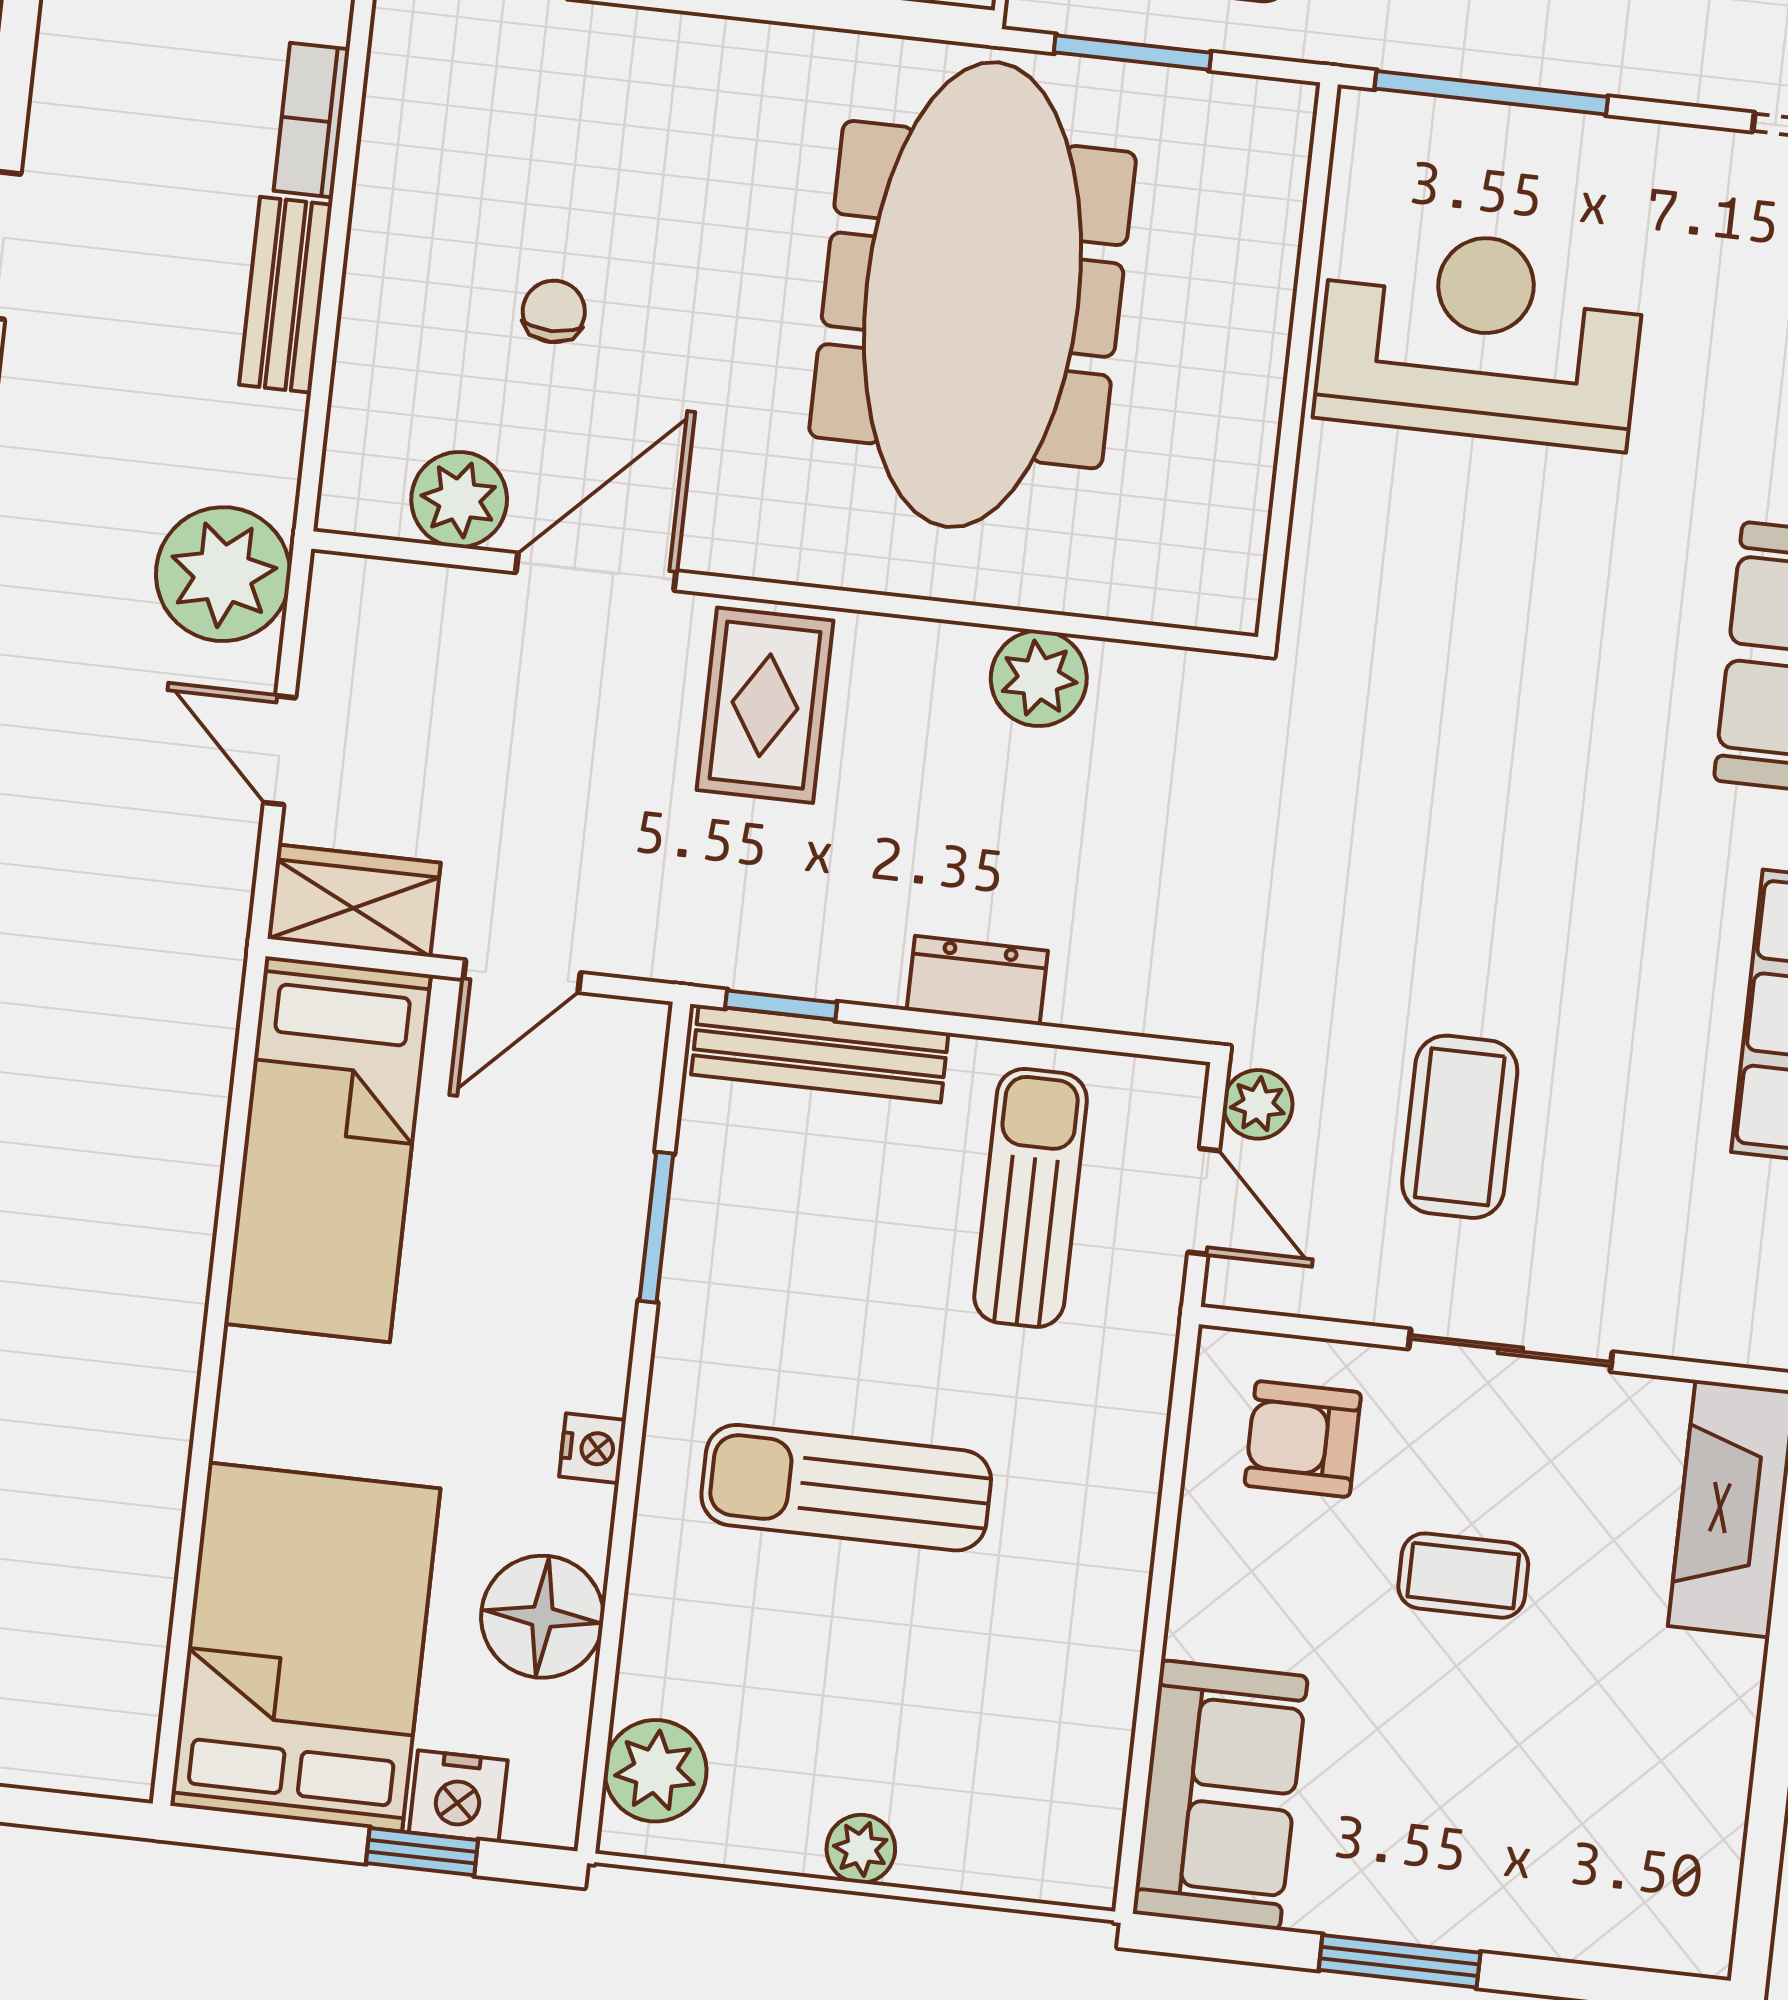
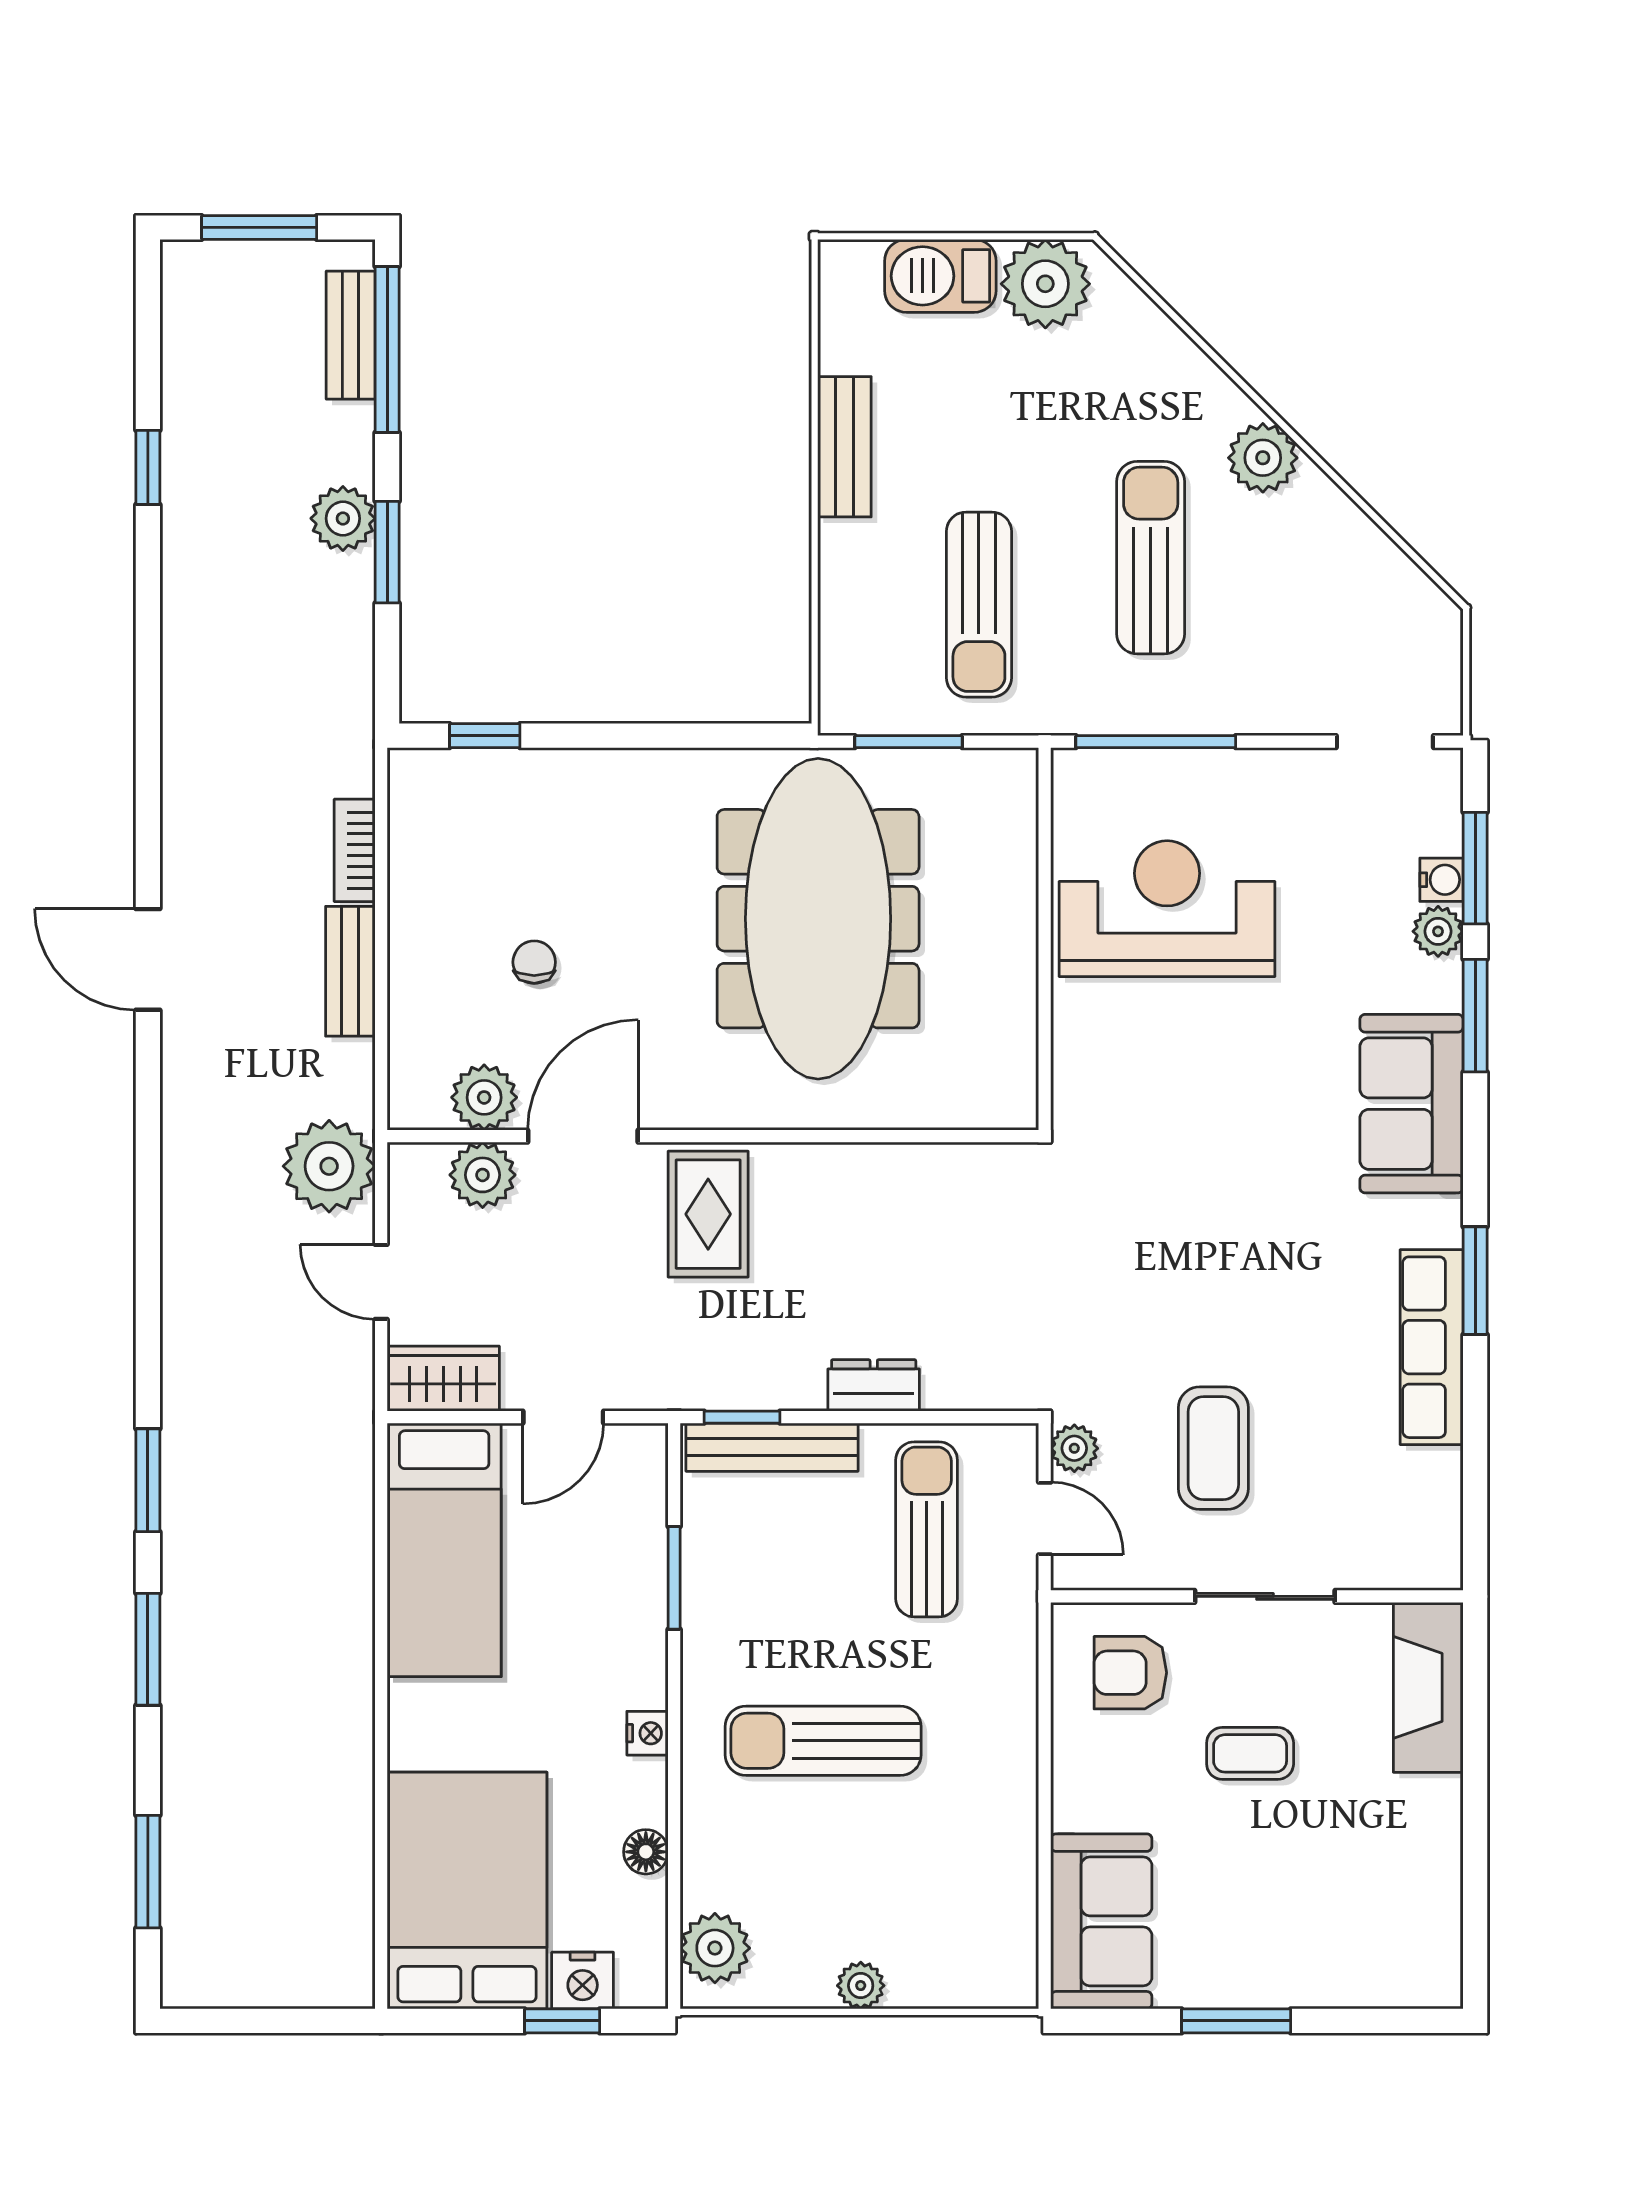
plant: (1039, 678) -> (483, 1175), moved
floor lamp: (542, 1617) -> (646, 1852), width x0.53, depth x0.53

